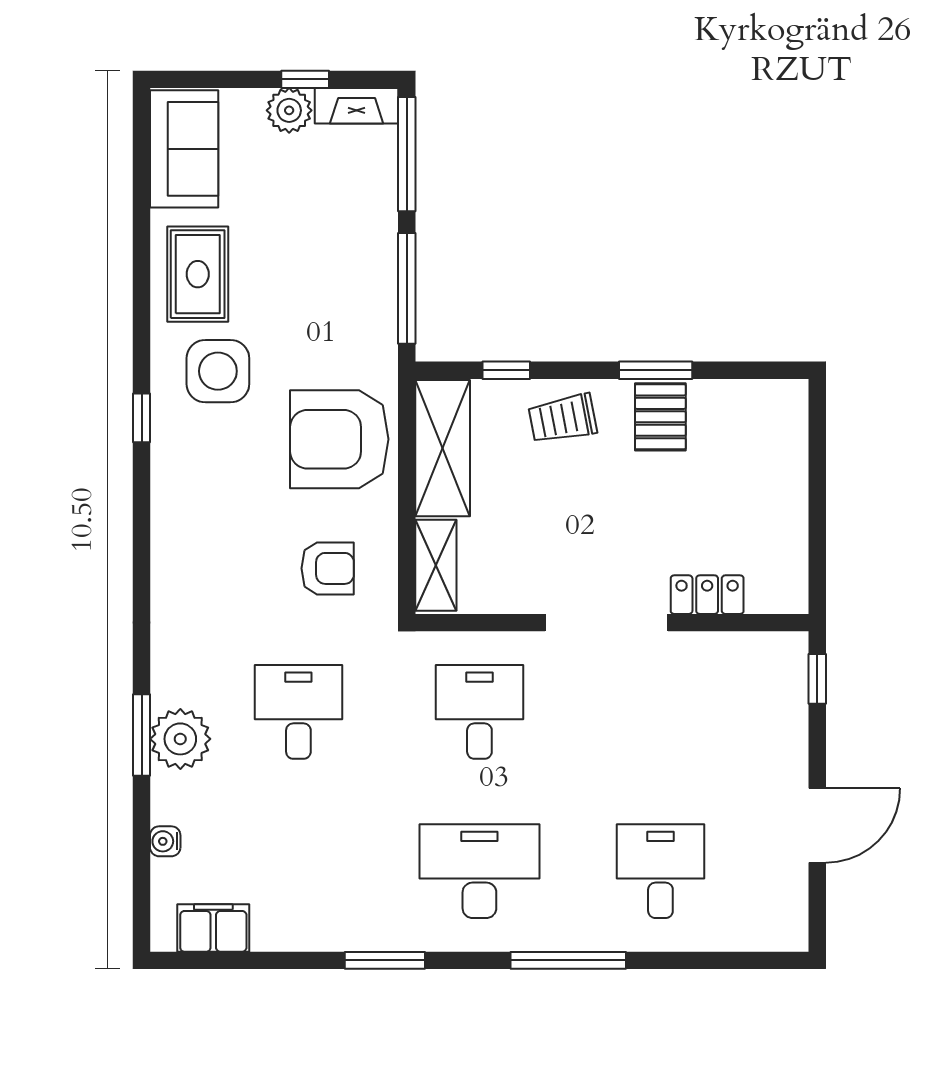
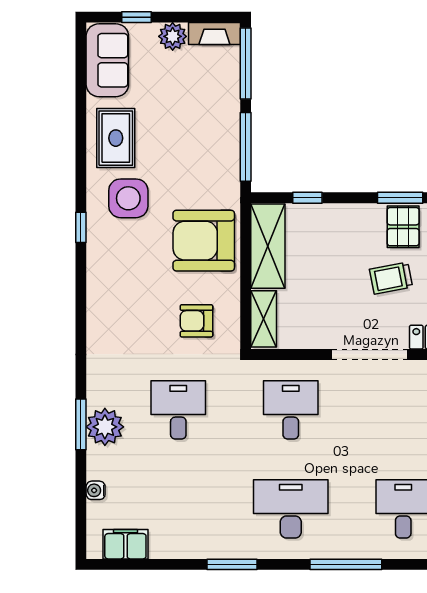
window: (305, 79) -> (136, 17), moved
trolley: (563, 419) -> (391, 278), moved
armchair: (328, 568) -> (196, 321), turned 180

